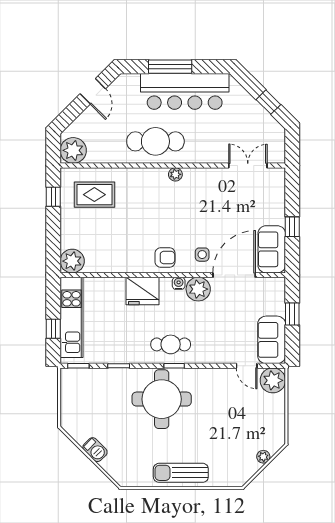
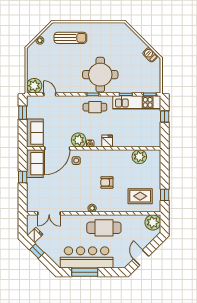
window: (170, 67) -> (85, 272), moved
fridge: (271, 129) -> (35, 235), added
armchair: (165, 258) -> (107, 182), moved
plant: (72, 261) -> (139, 157), moved
fridge: (142, 291) -> (107, 141), width x0.53, depth x0.75
window: (292, 314) -> (23, 113), moved
kitchen unit: (72, 317) -> (137, 102), moved, turned -90
sofa: (272, 340) -> (35, 133), moved
barbecue: (95, 450) -> (150, 55), moved
sun lounger: (181, 473) -> (70, 38), moved

